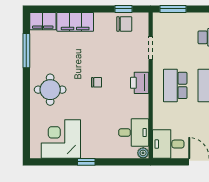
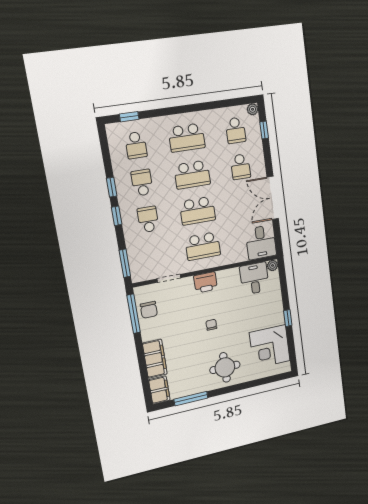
window: (124, 9) -> (134, 314), width x2.17
chair: (124, 24) -> (149, 310), turned 180

